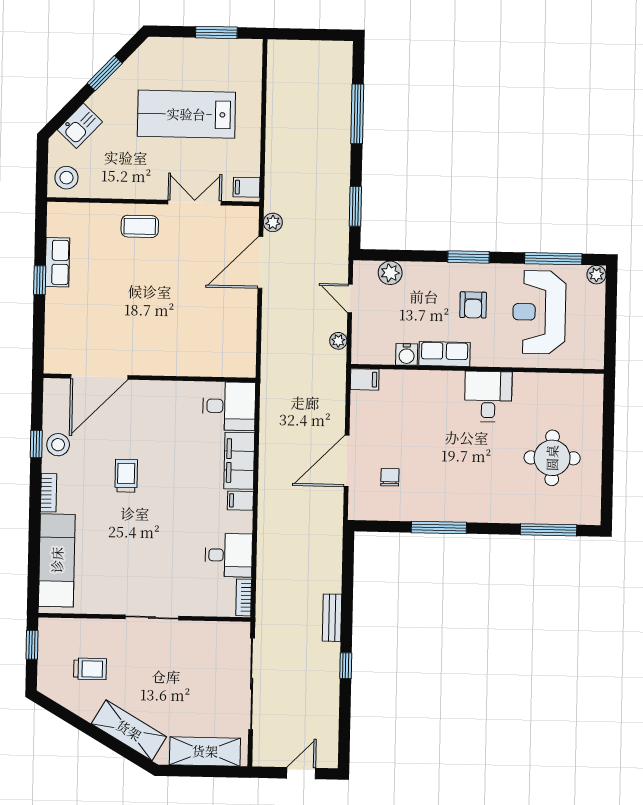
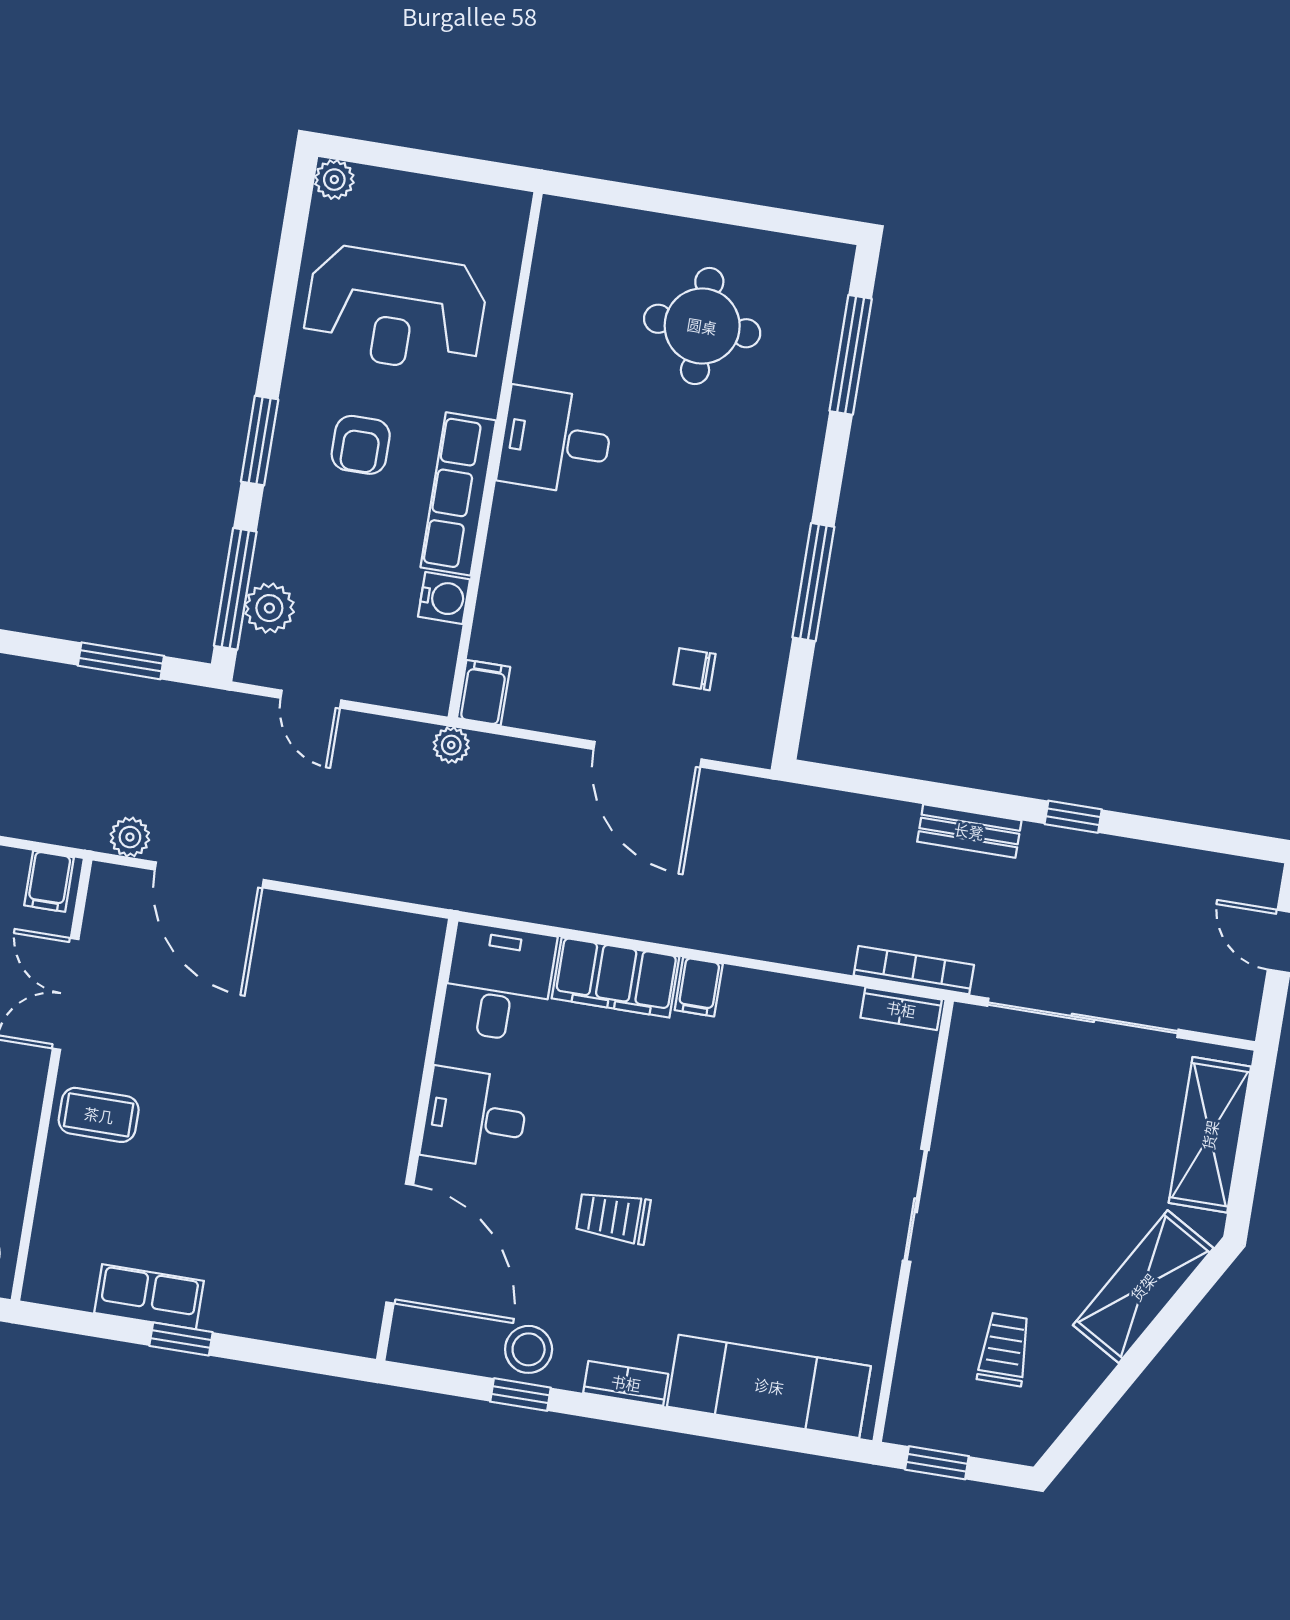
coffee table: (140, 226) -> (99, 1115), turned 90
window: (553, 259) -> (235, 589), moved
door: (350, 298) -> (311, 699), hinge flipped
armchair: (473, 305) -> (361, 445), turned 90
plant: (338, 341) -> (451, 745), moved
row of seats: (445, 354) -> (458, 494), width x1.48
desk: (229, 555) -> (475, 1118), moved, turned -90
bookcase: (263, 601) -> (914, 970), added

